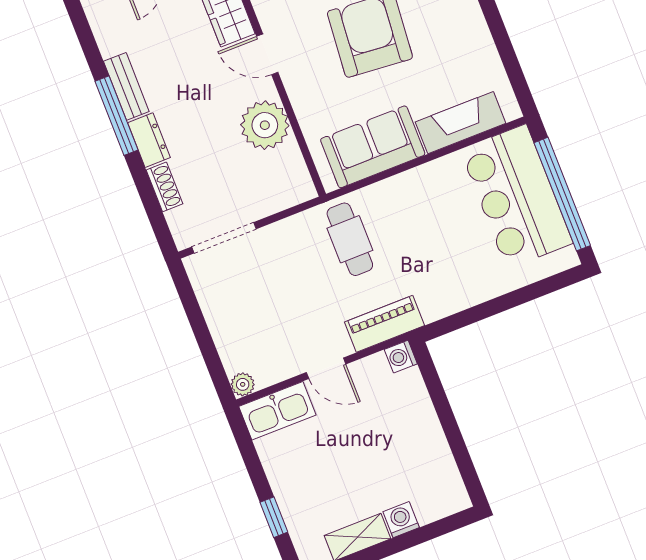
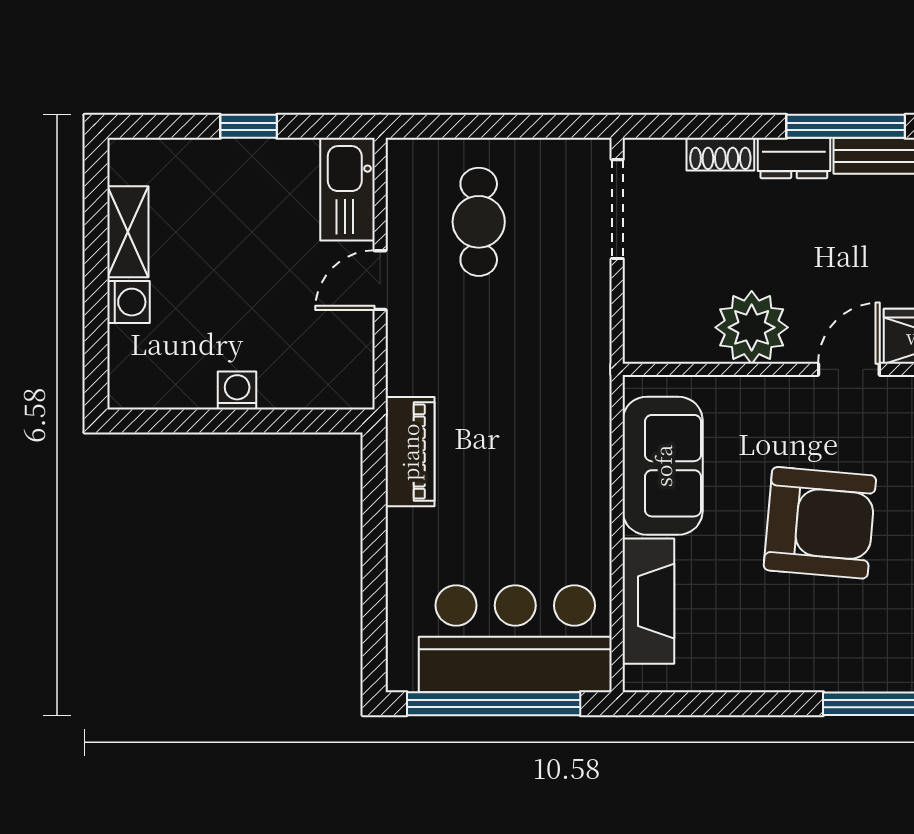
cafe table: (350, 239) -> (479, 222), moved, turned 90
piano: (384, 324) -> (410, 452), moved
washing machine: (401, 357) -> (237, 390), moved
plant: (243, 384) -> (403, 155), removed
window: (274, 517) -> (249, 126), moved

